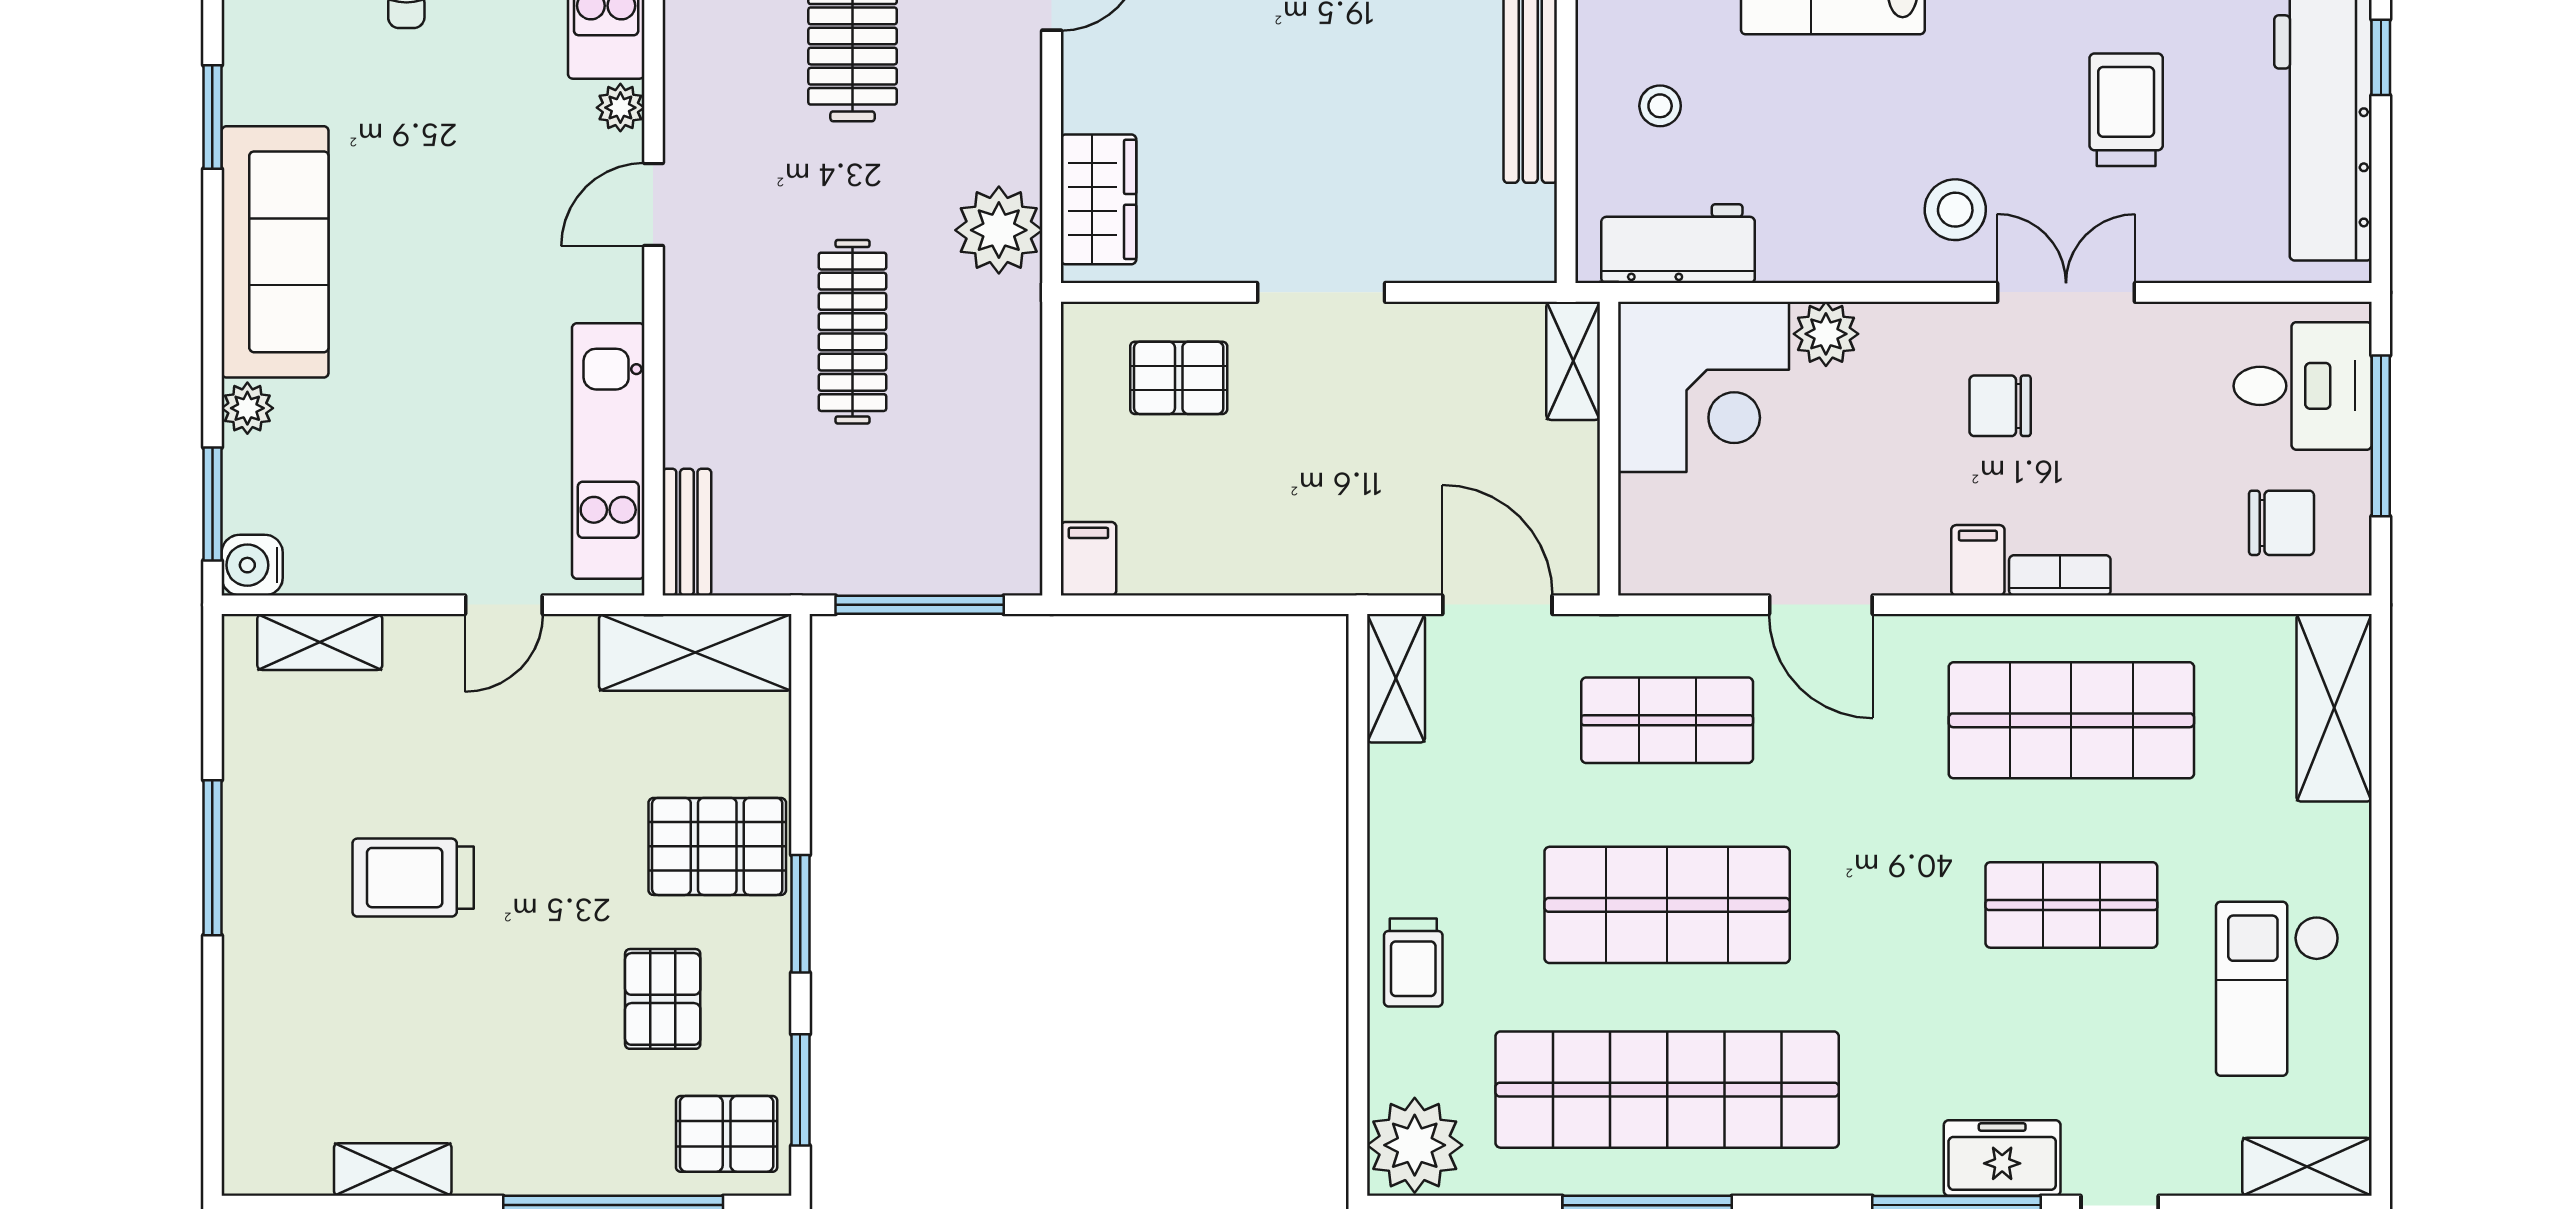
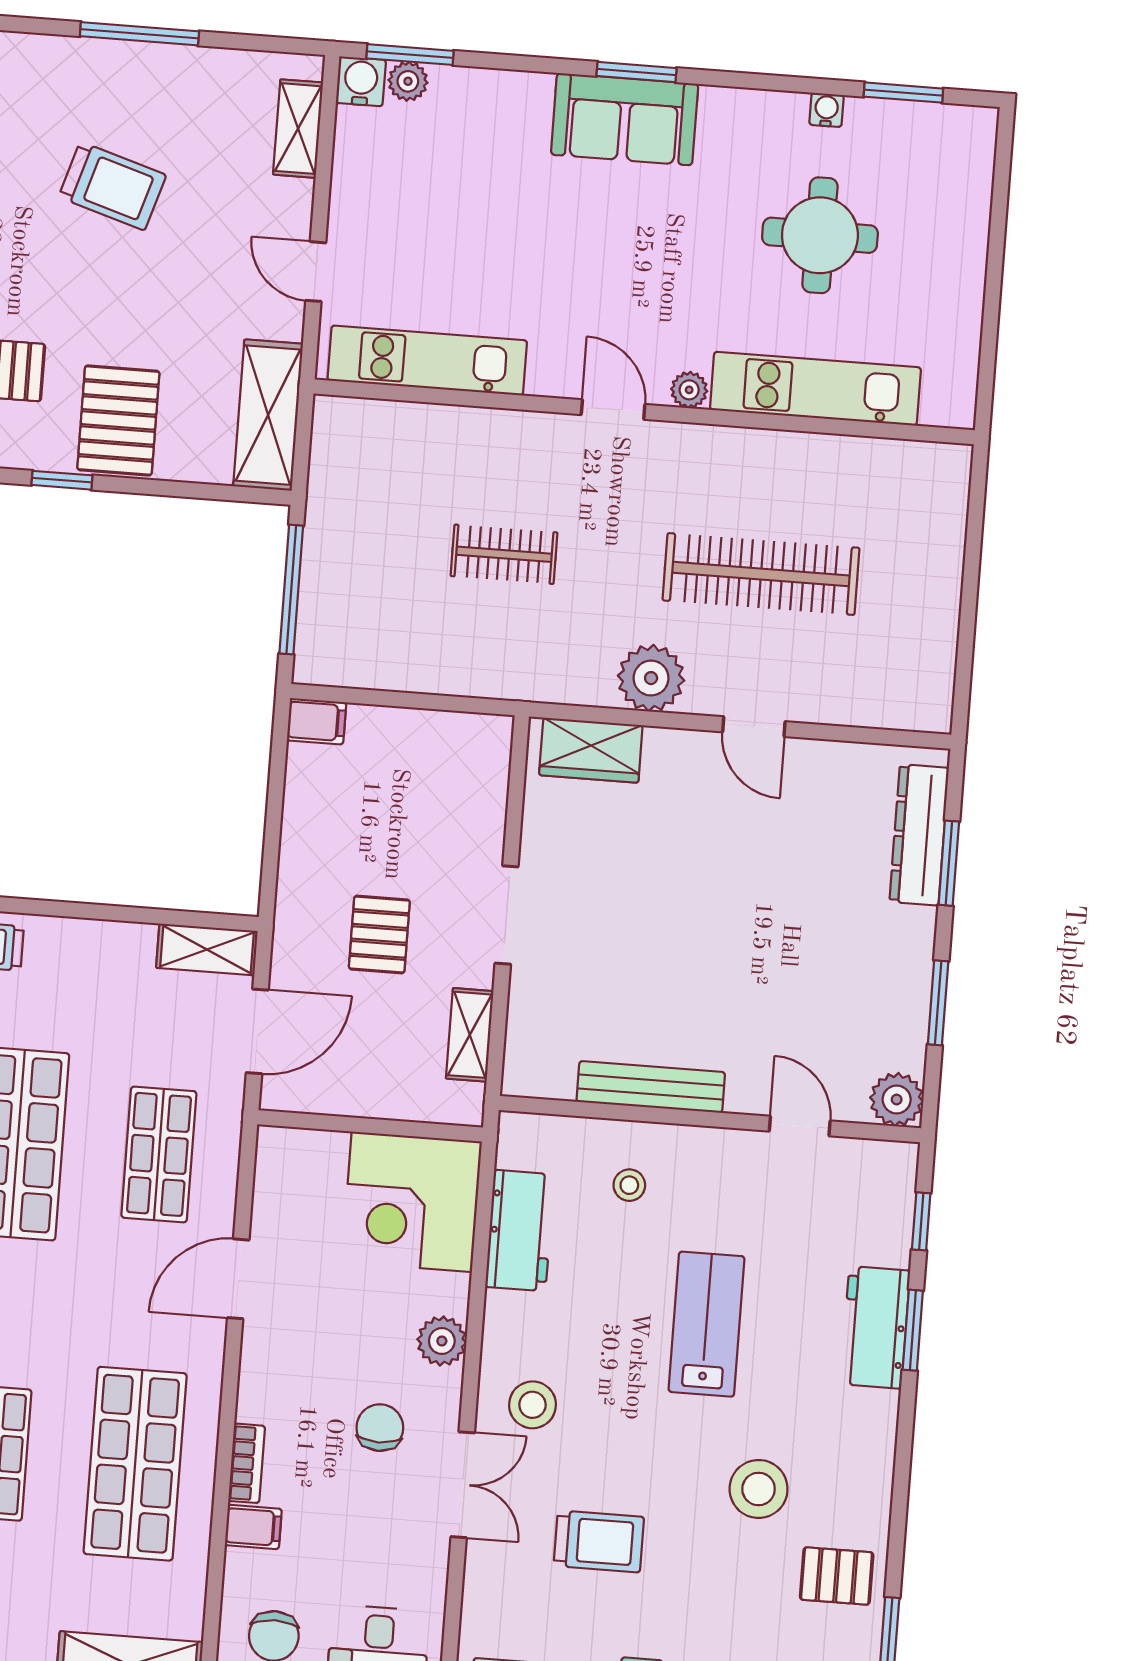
window: (212, 117) -> (637, 72), moved
plant: (999, 230) -> (651, 678), moved
workbench: (1678, 244) -> (520, 1231), moved
sofa: (275, 252) -> (625, 119), width x0.73
clothes rail: (853, 332) -> (504, 554), width x0.73
plant: (1826, 334) -> (442, 1341), moved
shelving: (1573, 361) -> (470, 1035), moved, turned 90
pallet: (1179, 378) -> (379, 935), moved
plant: (247, 408) -> (408, 81), moved
bench: (687, 532) -> (361, 416), removed
filing cabinet: (1978, 560) -> (253, 1527), moved
trolley: (413, 878) -> (112, 186), turned 107
window: (800, 914) -> (62, 480), width x0.67

